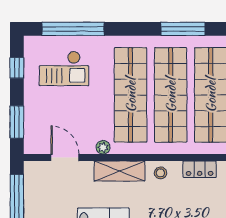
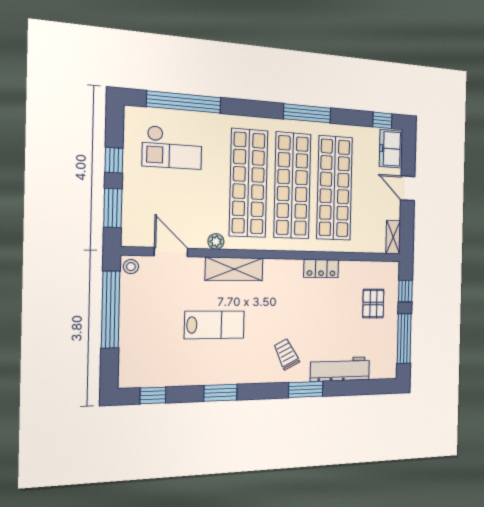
window: (17, 68) -> (114, 160), moved
stool: (160, 173) -> (131, 267), moved

